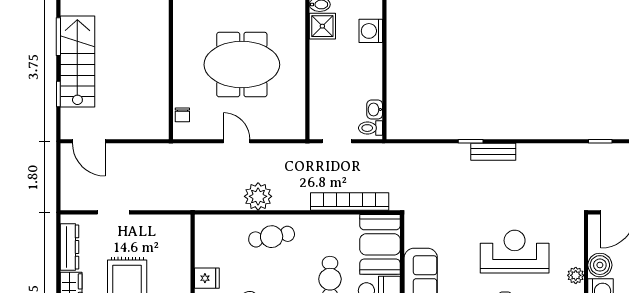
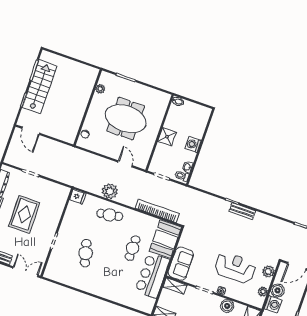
shower: (322, 26) -> (167, 137), moved
plant: (181, 29) -> (100, 89), added
washing machine: (371, 31) -> (193, 144), moved
door: (237, 141) -> (125, 164), moved
plant: (573, 238) -> (268, 271), added
fridge: (207, 278) -> (78, 197), moved

